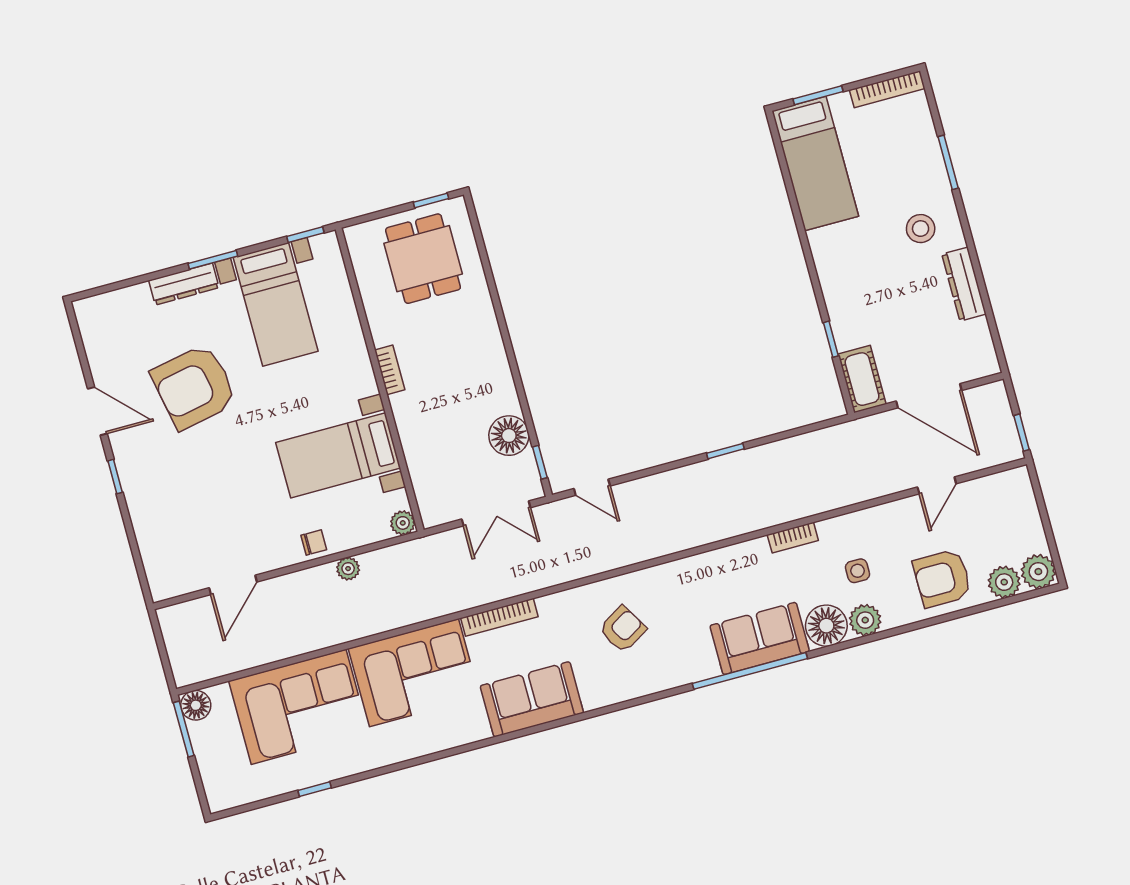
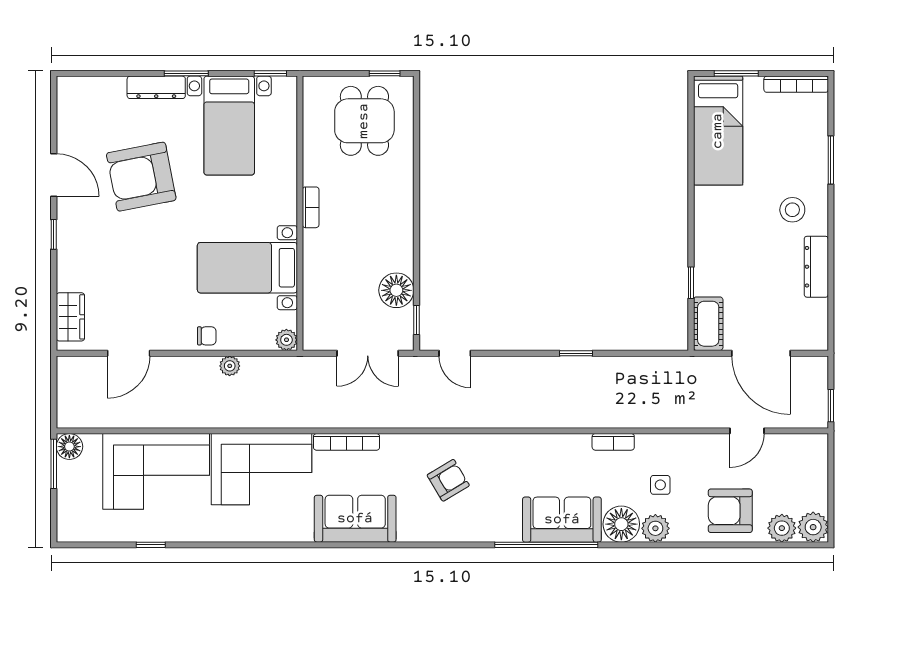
wardrobe: (158, 562) -> (70, 317), added

